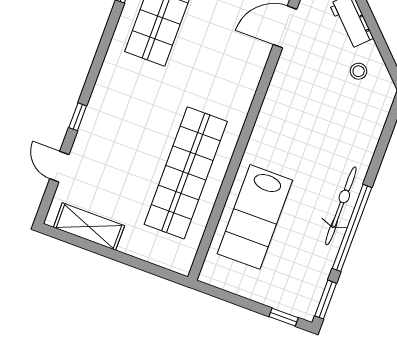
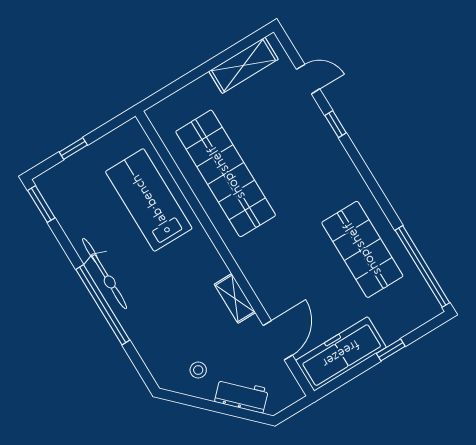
shelving: (279, 87) -> (235, 298), added
window: (352, 228) -> (103, 305), moved
window: (284, 317) -> (73, 149), moved

